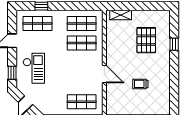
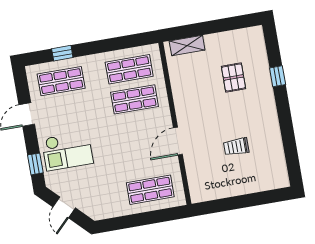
pallet: (146, 40) -> (234, 77), width x0.67, depth x0.71
checkout: (34, 68) -> (67, 151), turned 90
door: (104, 74) -> (178, 141), swing flipped

